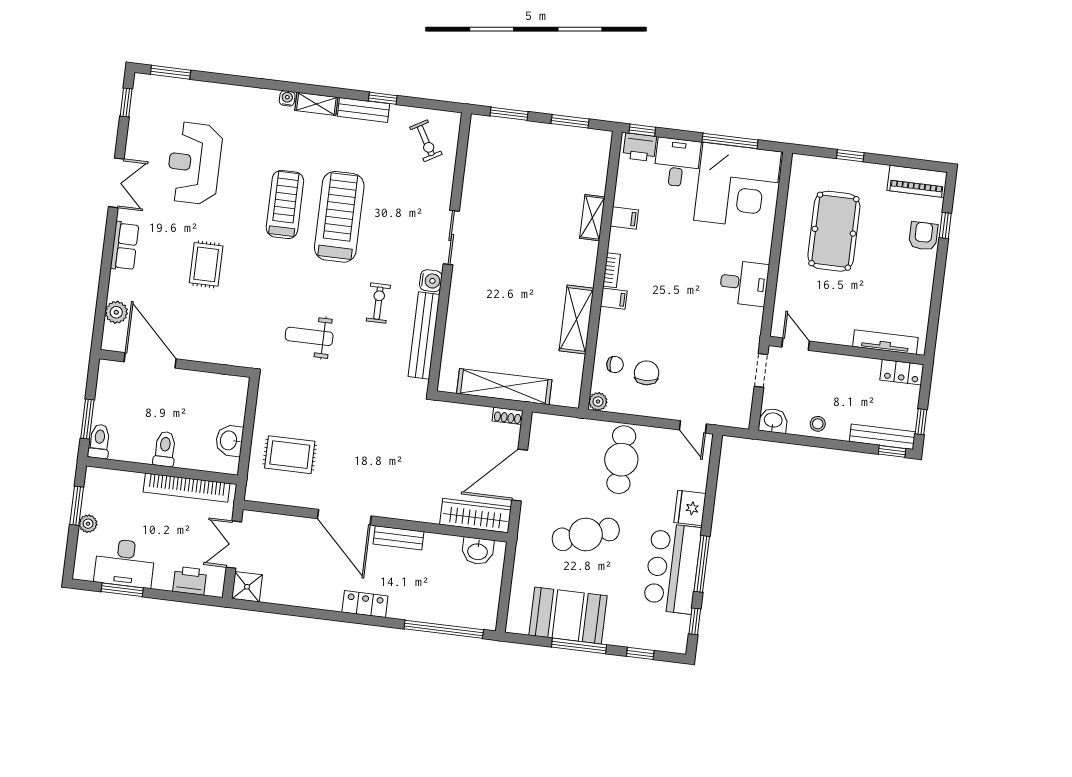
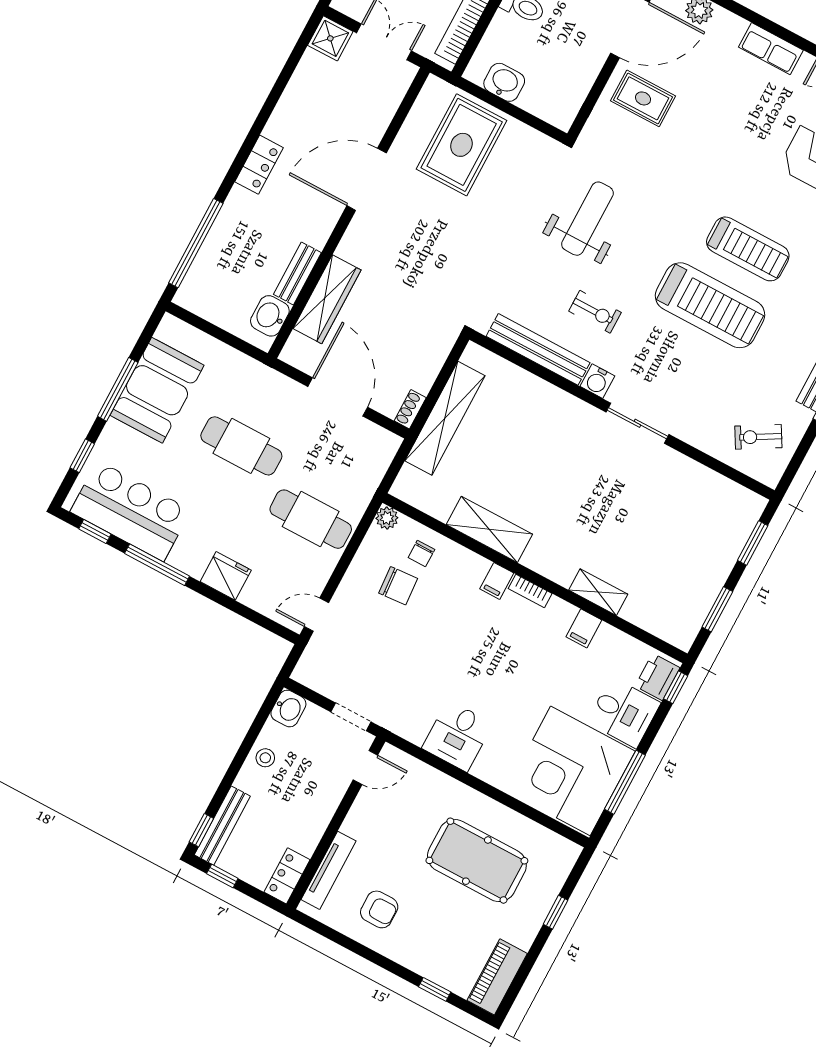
armchair: (923, 236) -> (379, 909), moved
rug: (206, 264) -> (643, 98), moved
weight bench: (309, 336) -> (587, 219), width x1.36, depth x1.33
rug: (290, 455) -> (462, 145), width x1.36, depth x1.43
wardrobe: (476, 516) -> (327, 299), moved
cafe table: (586, 534) -> (241, 446), turned -71
bench: (398, 538) -> (297, 273), moved
bar counter: (672, 568) -> (131, 511), moved

